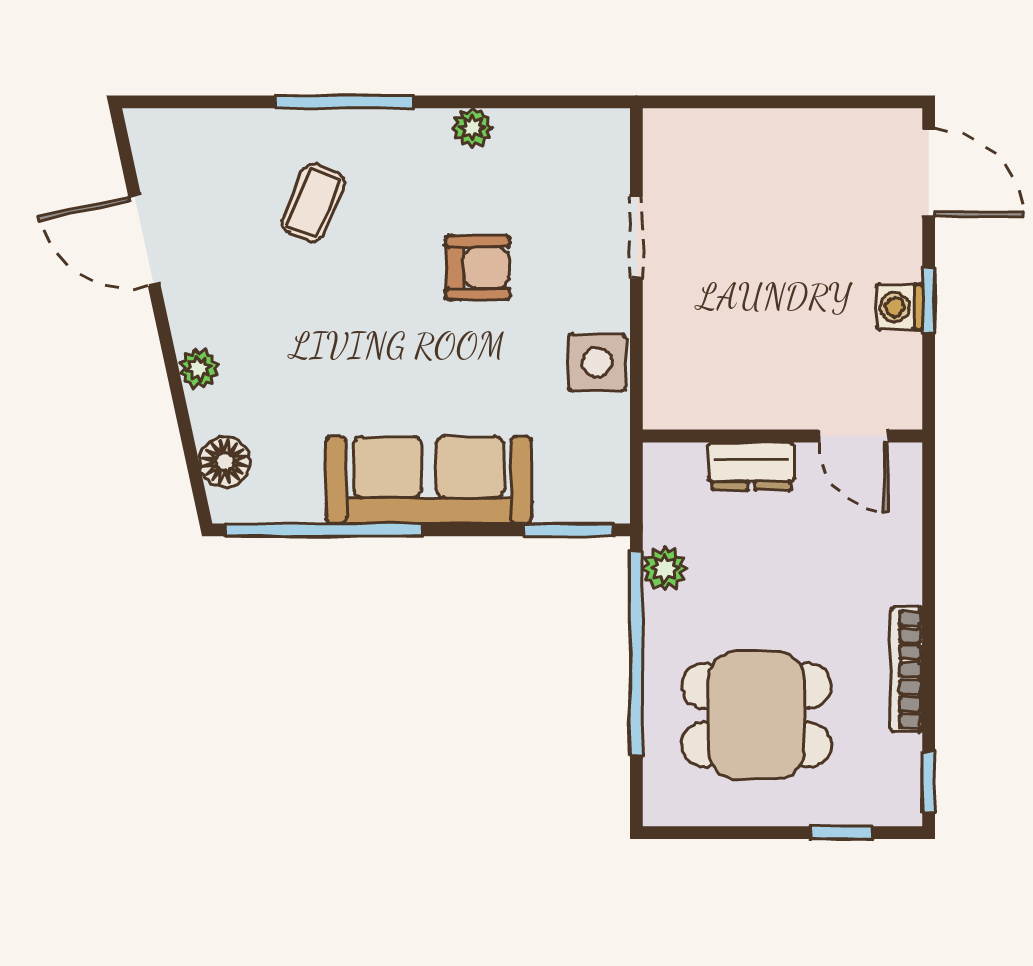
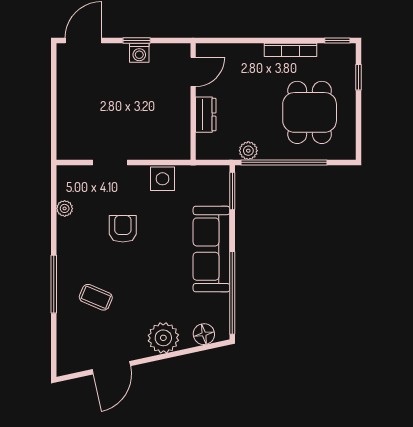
plant: (472, 128) -> (65, 208), moved
plant: (199, 368) -> (163, 338), width x1.88, depth x1.88

